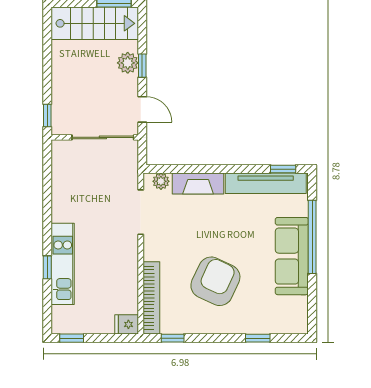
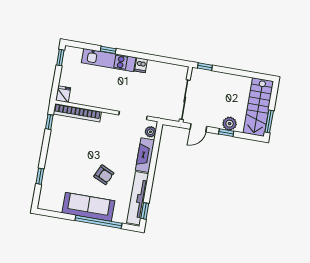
dishwasher: (62, 213) -> (141, 65), added
armchair: (215, 281) -> (104, 175), moved, width x0.53, depth x0.53

